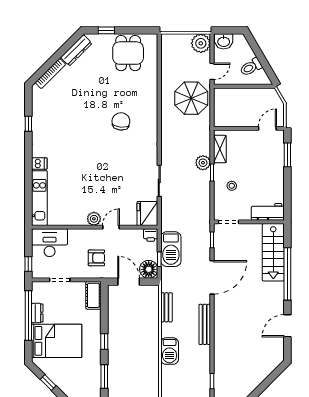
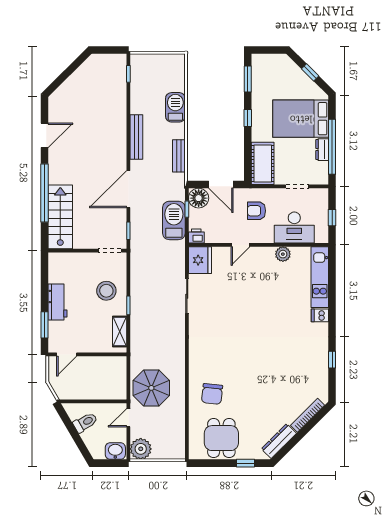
chair: (121, 121) -> (212, 394), moved
plant: (203, 163) -> (138, 316), removed
stool: (232, 186) -> (106, 291), width x1.89, depth x1.89
workbench: (268, 212) -> (58, 302), moved, turned -90
plant: (94, 219) -> (283, 254), moved
desk: (50, 243) -> (294, 227), moved
window: (28, 264) -> (332, 218), moved
cot: (93, 295) -> (263, 163), width x1.37, depth x1.34

